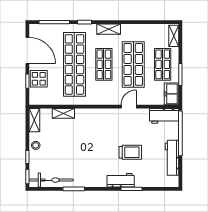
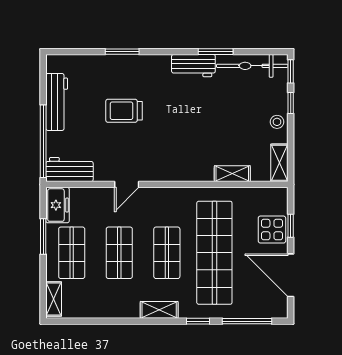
shop shelf: (133, 64) -> (119, 253), width x0.70, depth x0.74
workbench: (121, 180) -> (193, 66), moved

